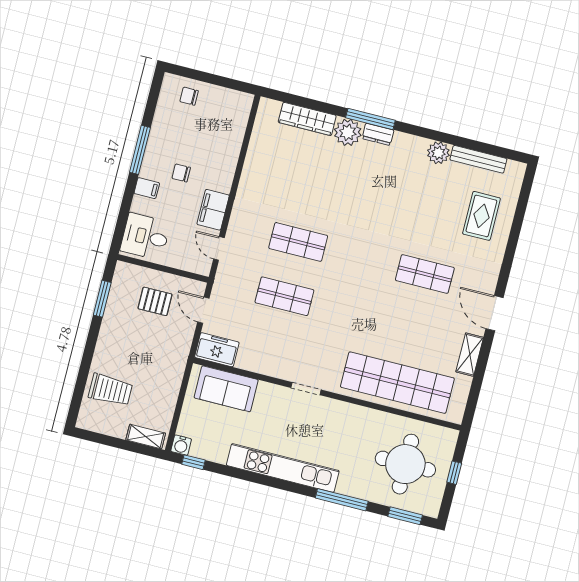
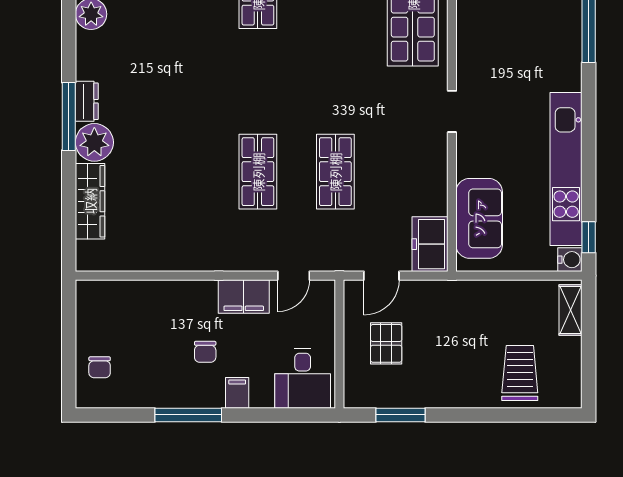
kitchen unit: (283, 468) -> (566, 169), moved

